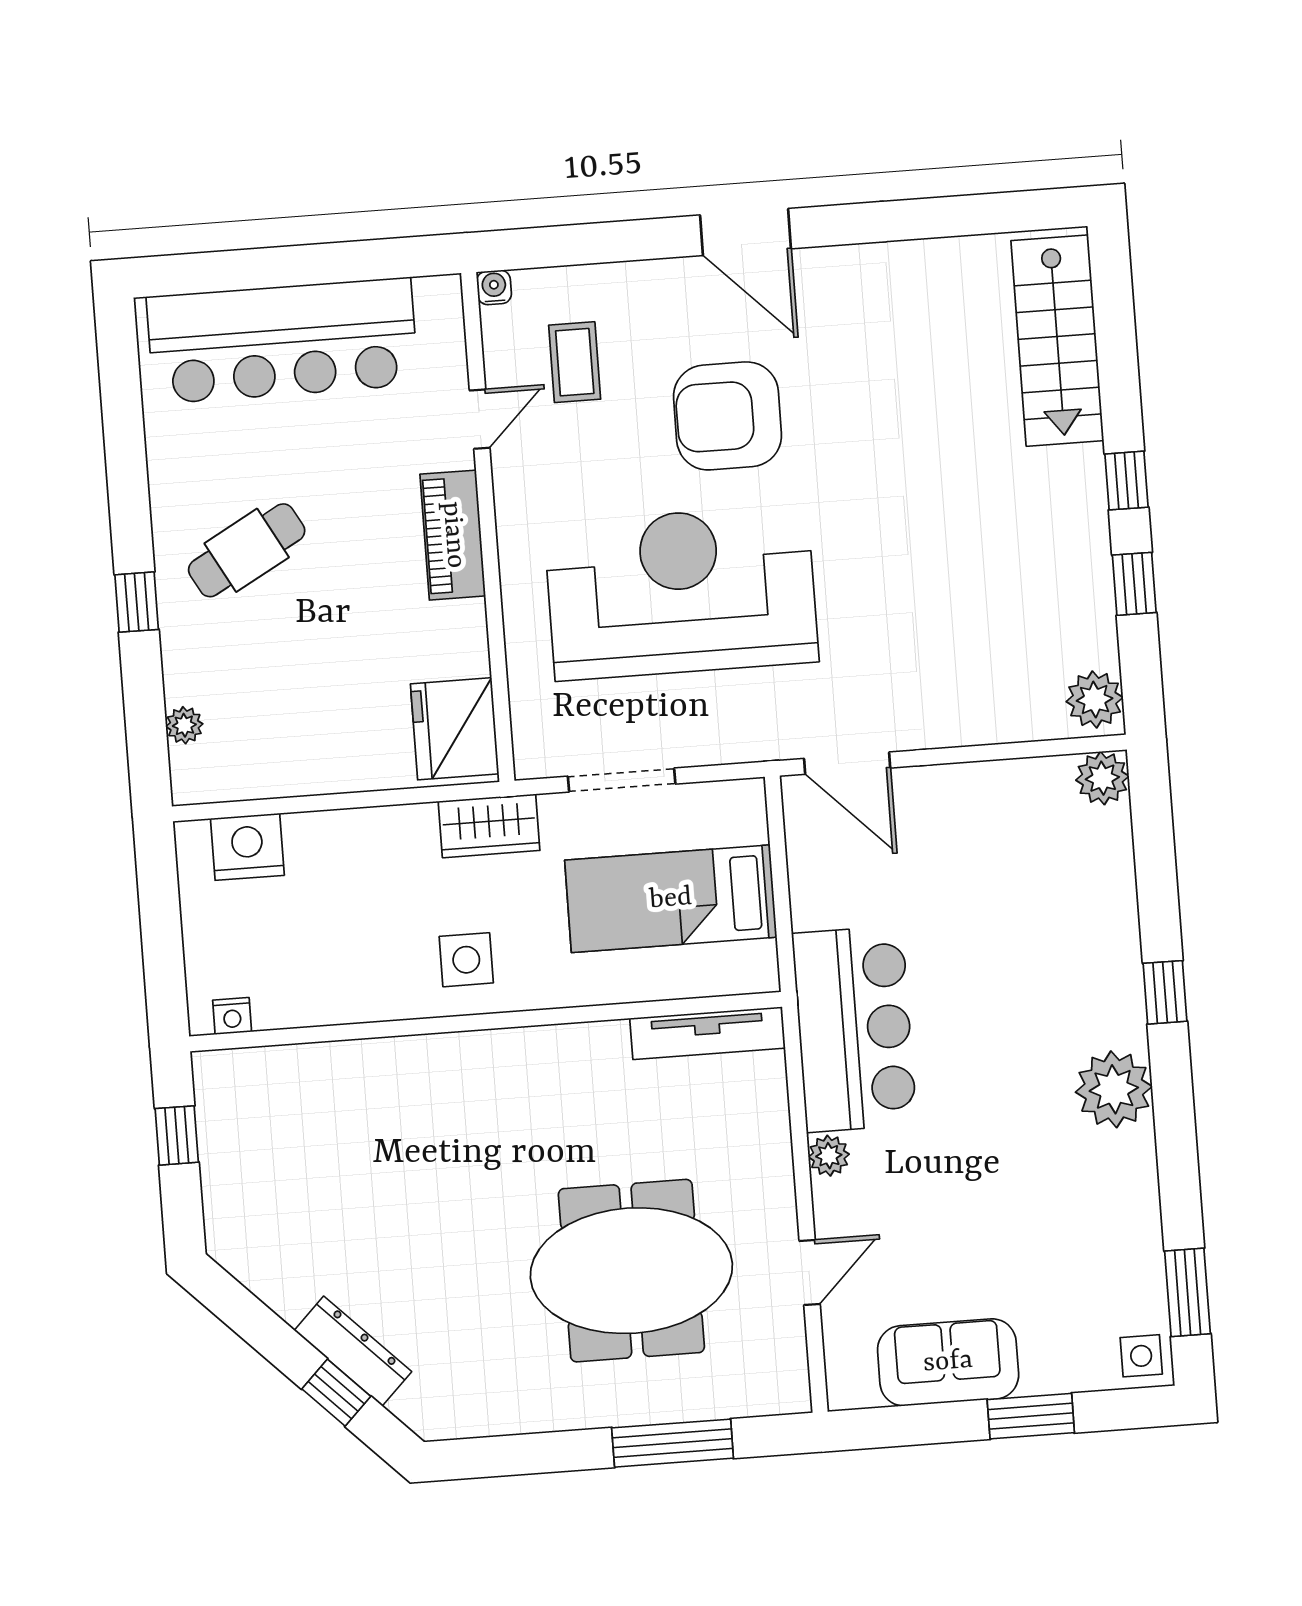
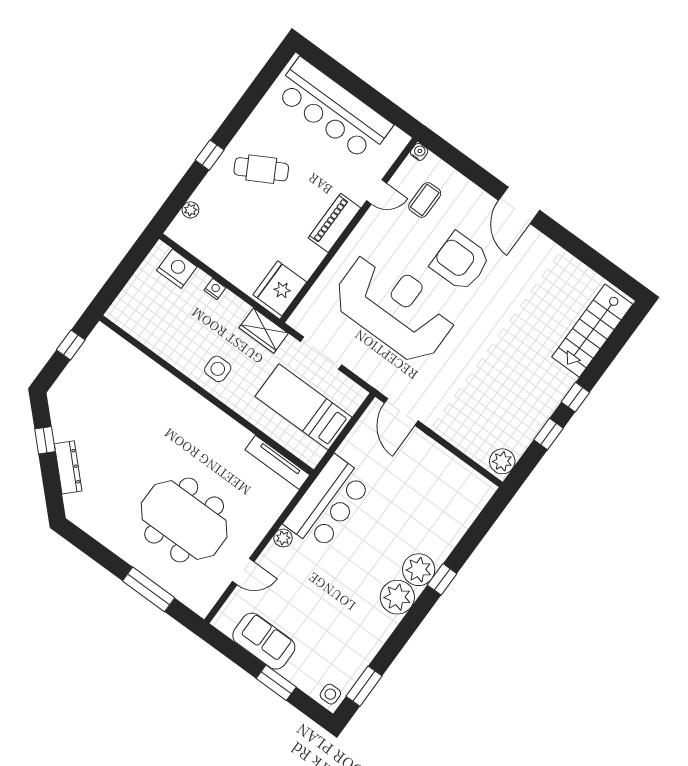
plant: (1102, 778) -> (419, 570), moved, width x1.36, depth x1.36
nightstand: (232, 1016) -> (215, 289), moved, turned 180
window: (336, 1393) -> (45, 440), moved

